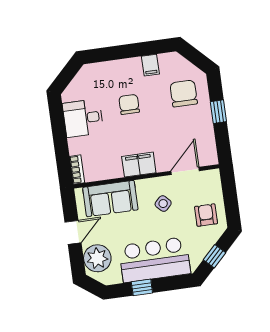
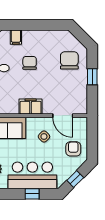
filing cabinet: (150, 65) -> (16, 37), moved
door: (185, 171) -> (63, 116), swing flipped
window: (142, 287) -> (32, 194), moved

